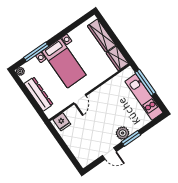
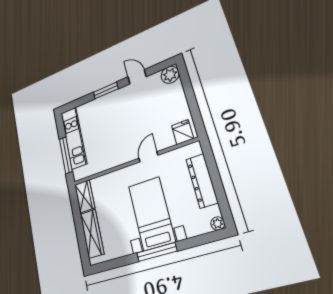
window: (36, 52) -> (157, 252), moved
plant: (123, 133) -> (170, 75), moved

